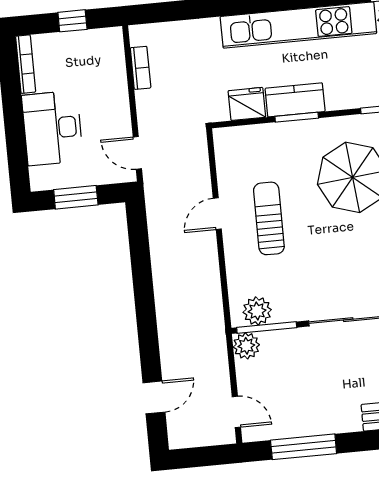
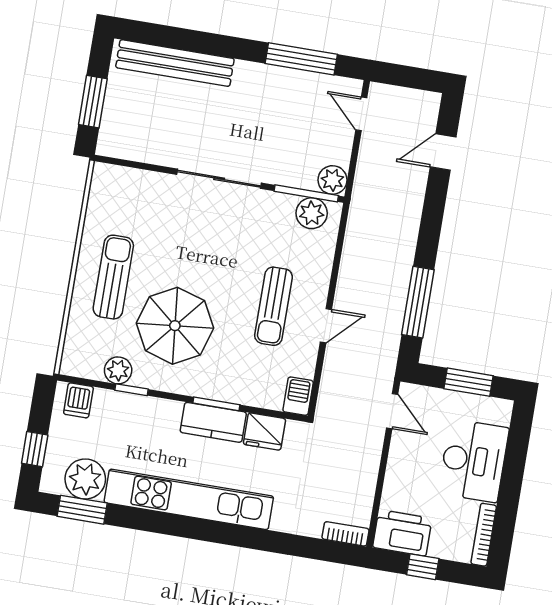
printer: (99, 46) -> (402, 533), added
bookcase: (141, 68) -> (345, 534), moved, turned 90
barbecue: (225, 144) -> (298, 396), added
window: (140, 257) -> (418, 302), added

